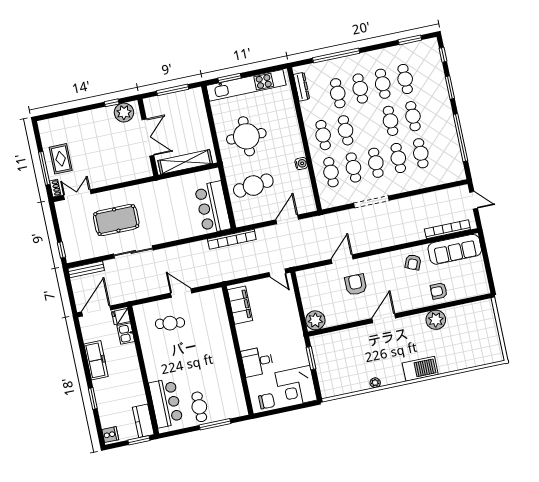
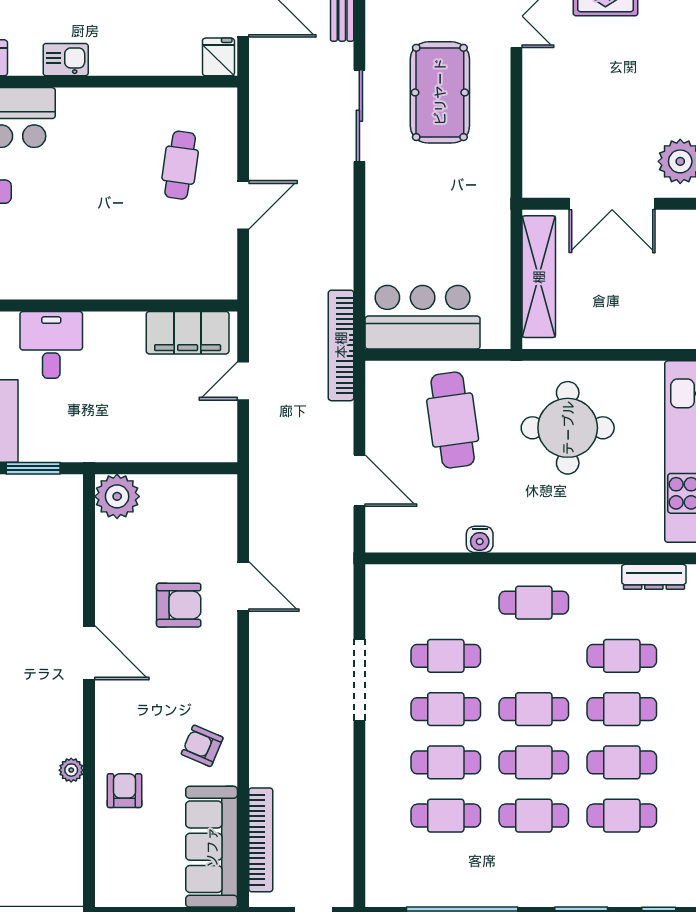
cafe table: (346, 130) -> (534, 709), moved
cafe table: (331, 172) -> (446, 603), removed
door: (277, 273) -> (243, 381), moved
plant: (436, 320) -> (71, 770), width x0.53, depth x0.53
kitchen sink: (126, 334) -> (66, 60), moved

